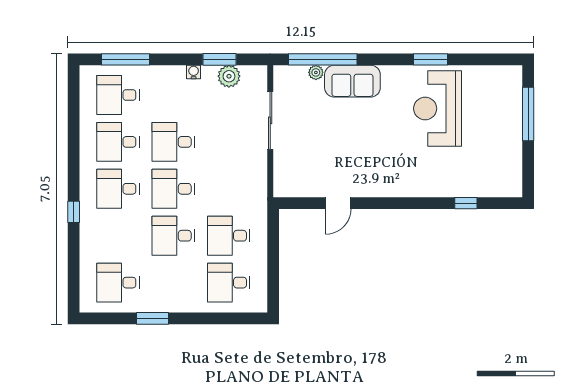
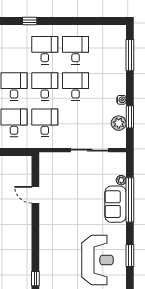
window: (323, 59) -> (130, 200), moved
desk: (118, 95) -> (45, 123), moved
reception desk: (437, 109) -> (97, 260), turned 90

